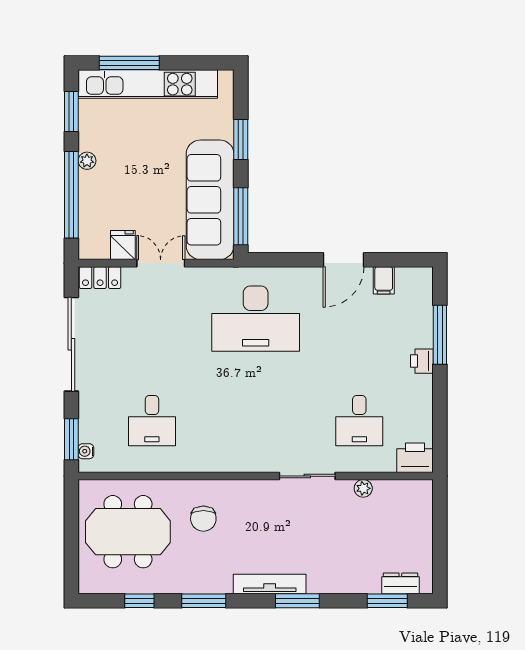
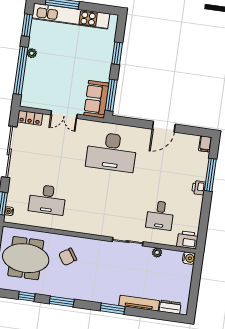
sofa: (210, 200) -> (96, 99), width x0.54, depth x0.79
fridge: (123, 245) -> (45, 102), removed
double door: (161, 263) -> (64, 115), swing flipped
filing cabinet: (384, 280) -> (205, 144), moved
desk: (152, 421) -> (47, 200), width x1.37
water cooler: (422, 490) -> (189, 258), added
chair: (203, 519) -> (68, 257), turned 56
tv unit: (270, 584) -> (139, 303), moved
window: (387, 601) -> (162, 316), removed

